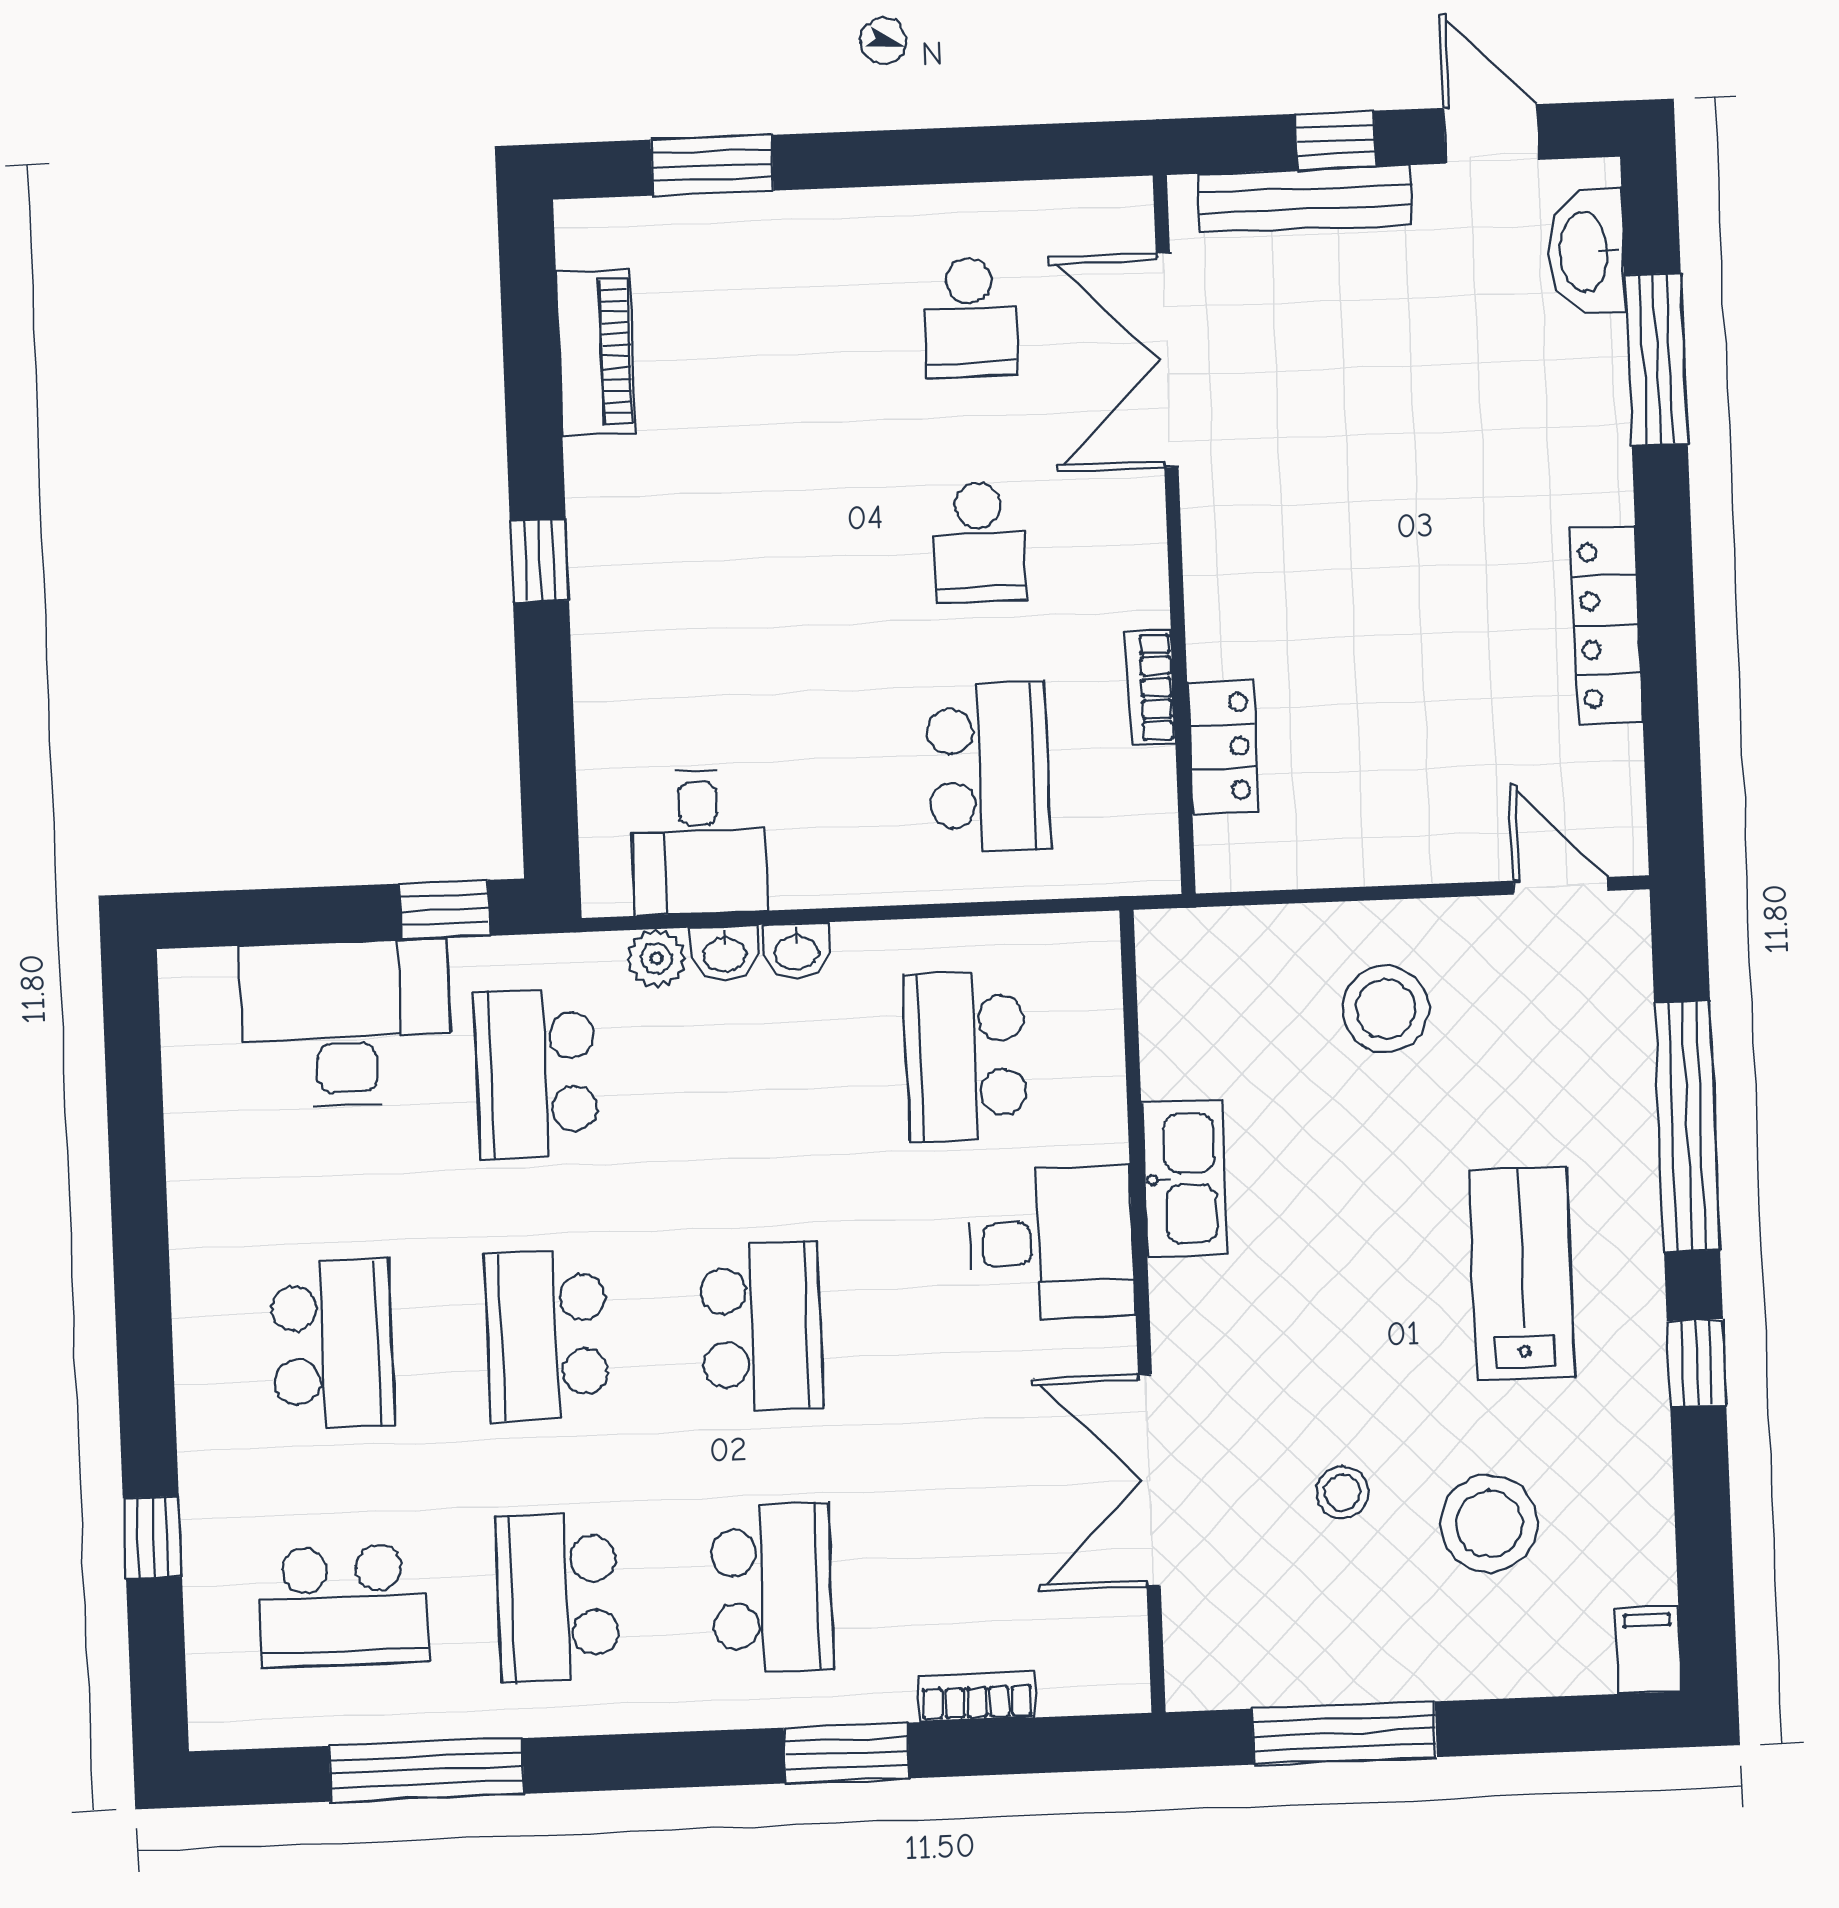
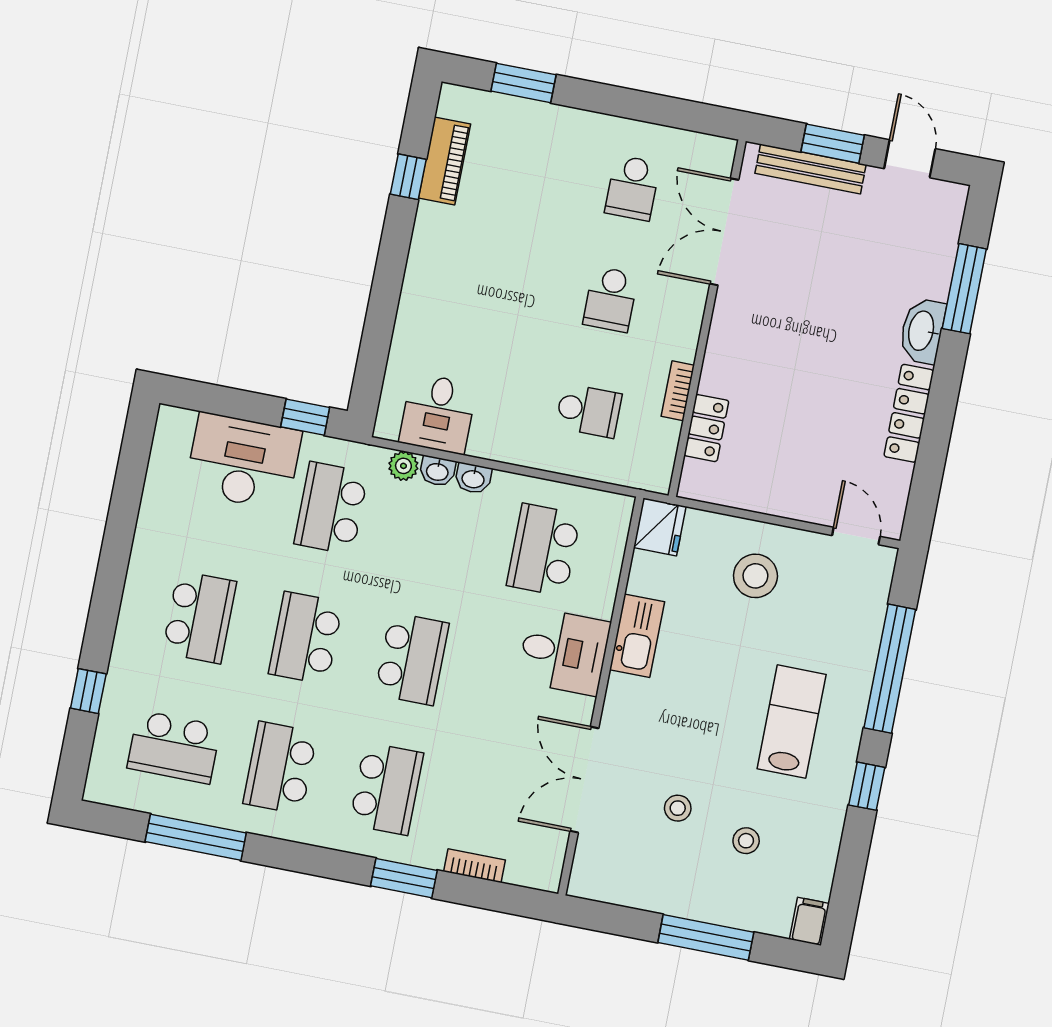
window: (1336, 140) -> (833, 144), width x1.50
washbasin: (1586, 251) -> (922, 331), moved
window: (539, 561) -> (408, 177), moved
school desk: (988, 767) -> (589, 411), width x0.54
fridge: (1179, 958) -> (660, 527), added
stool: (1489, 1524) -> (746, 841), width x0.53, depth x0.53
window: (1344, 1733) -> (706, 937), moved

